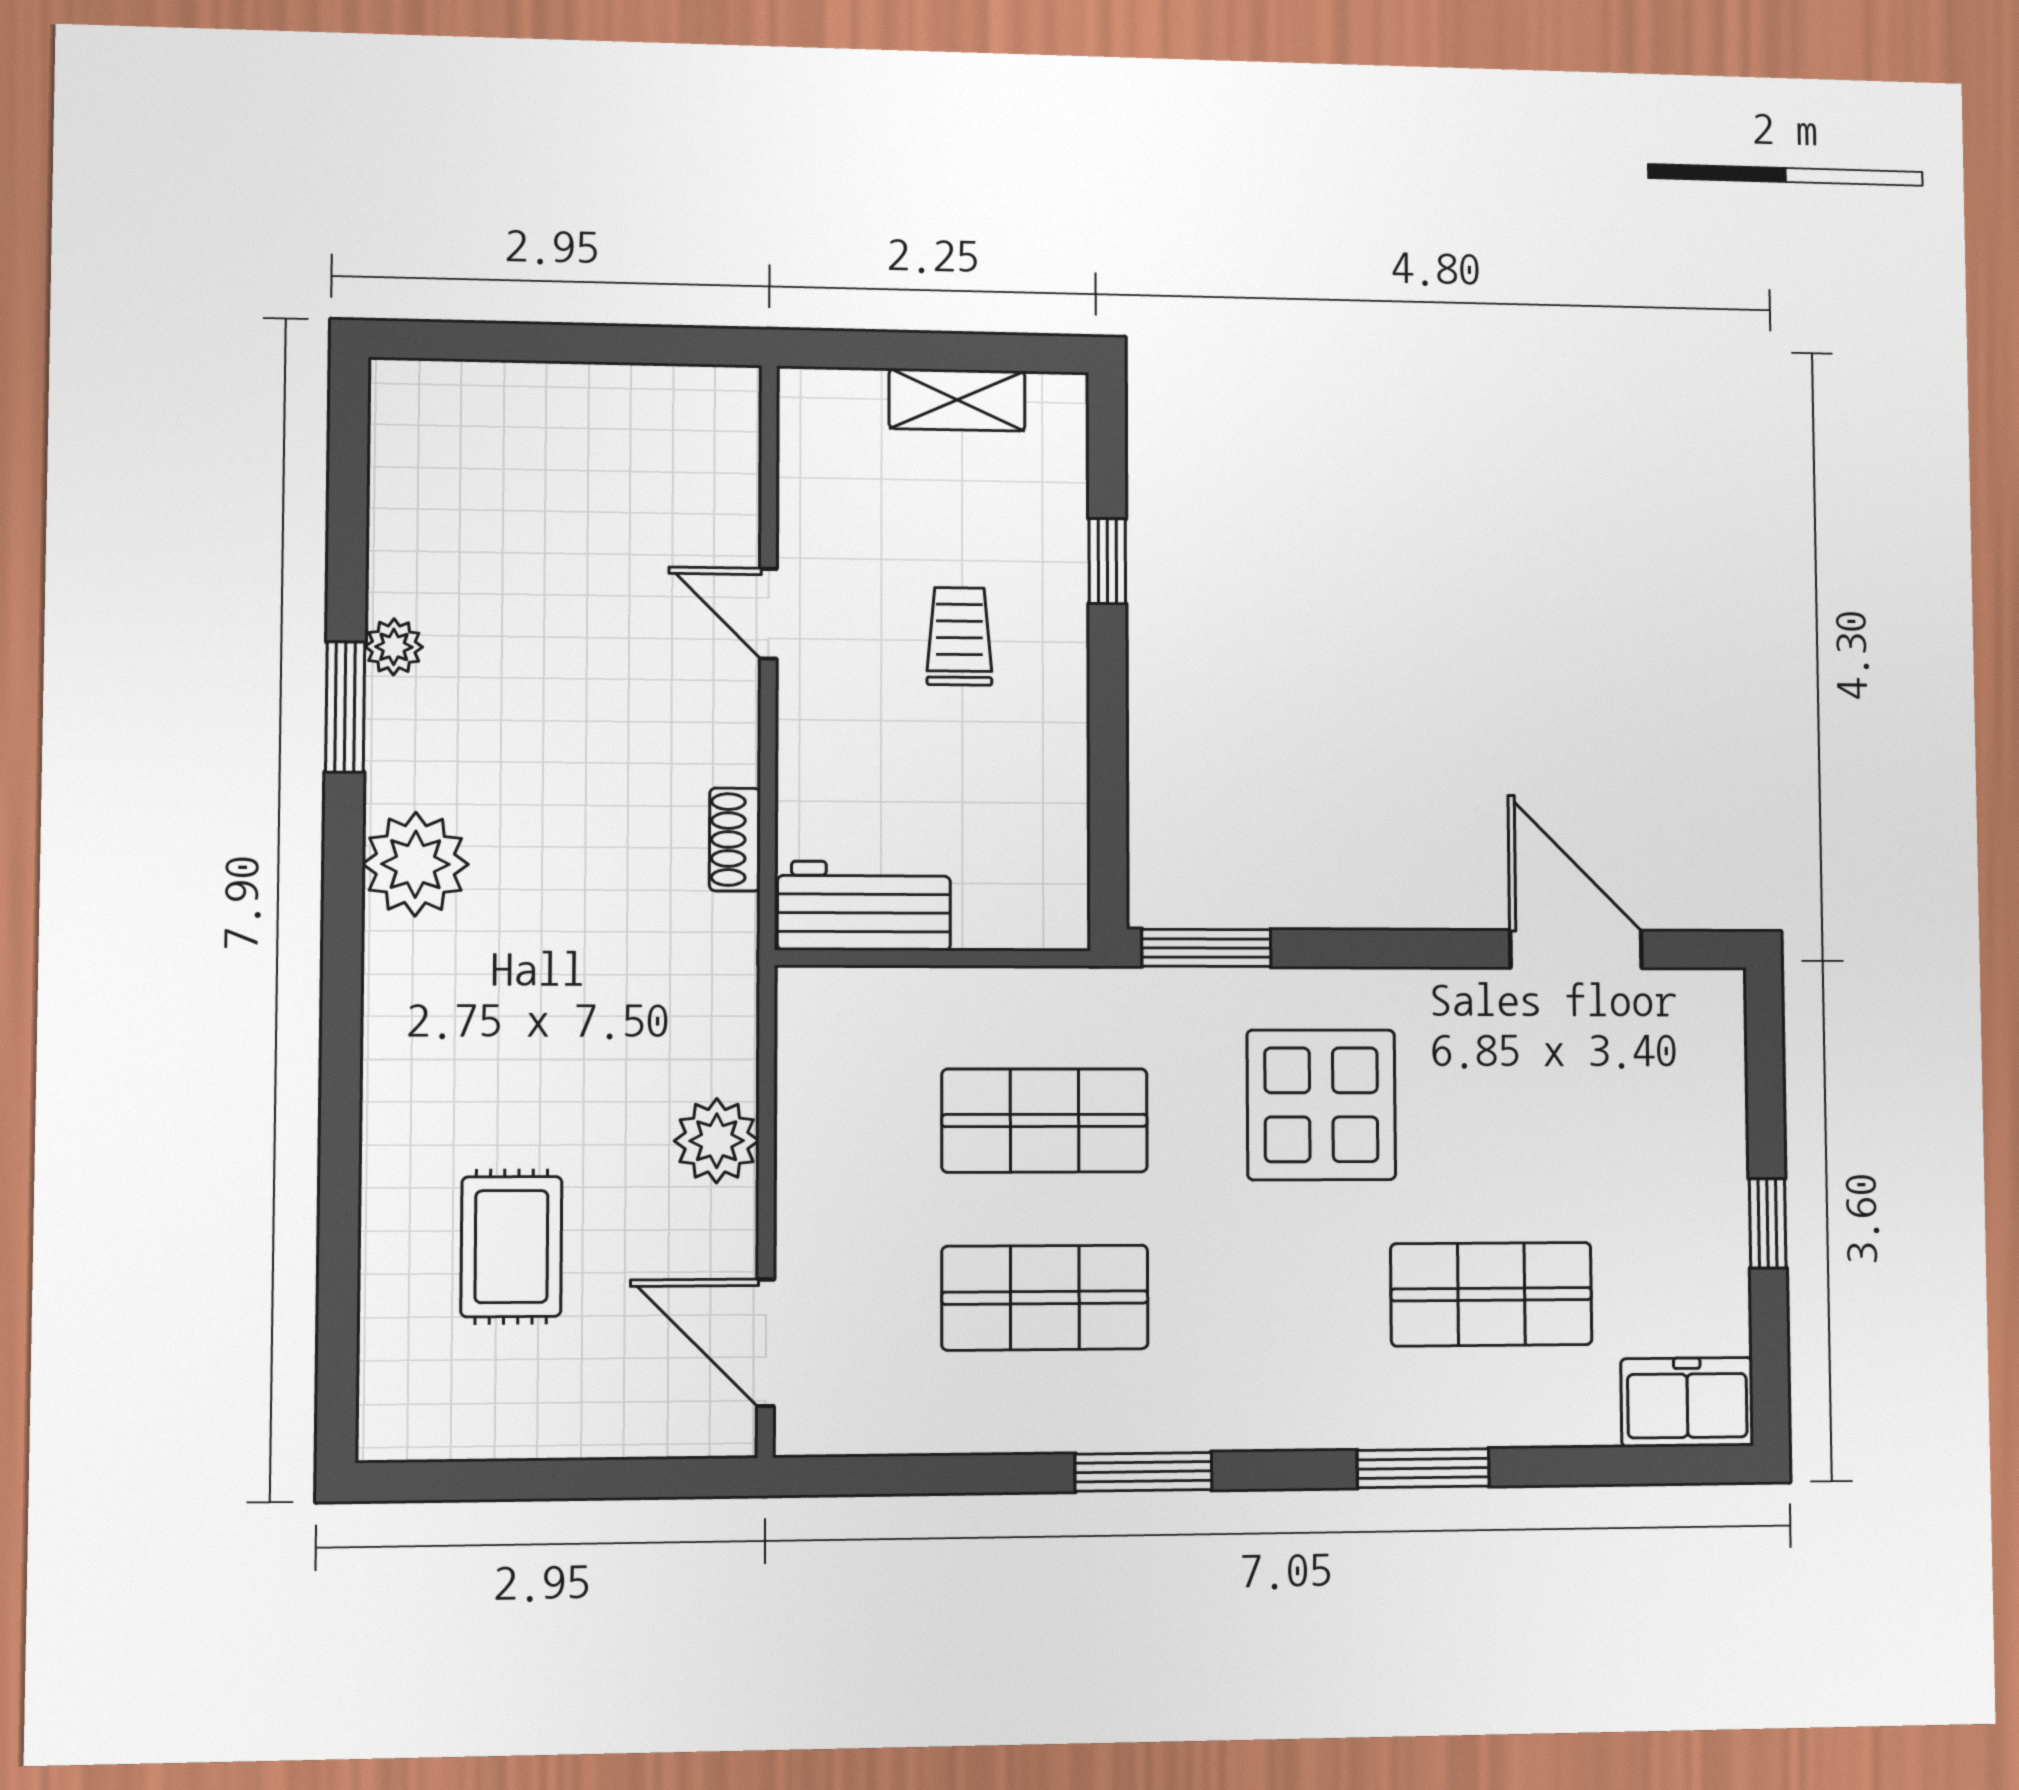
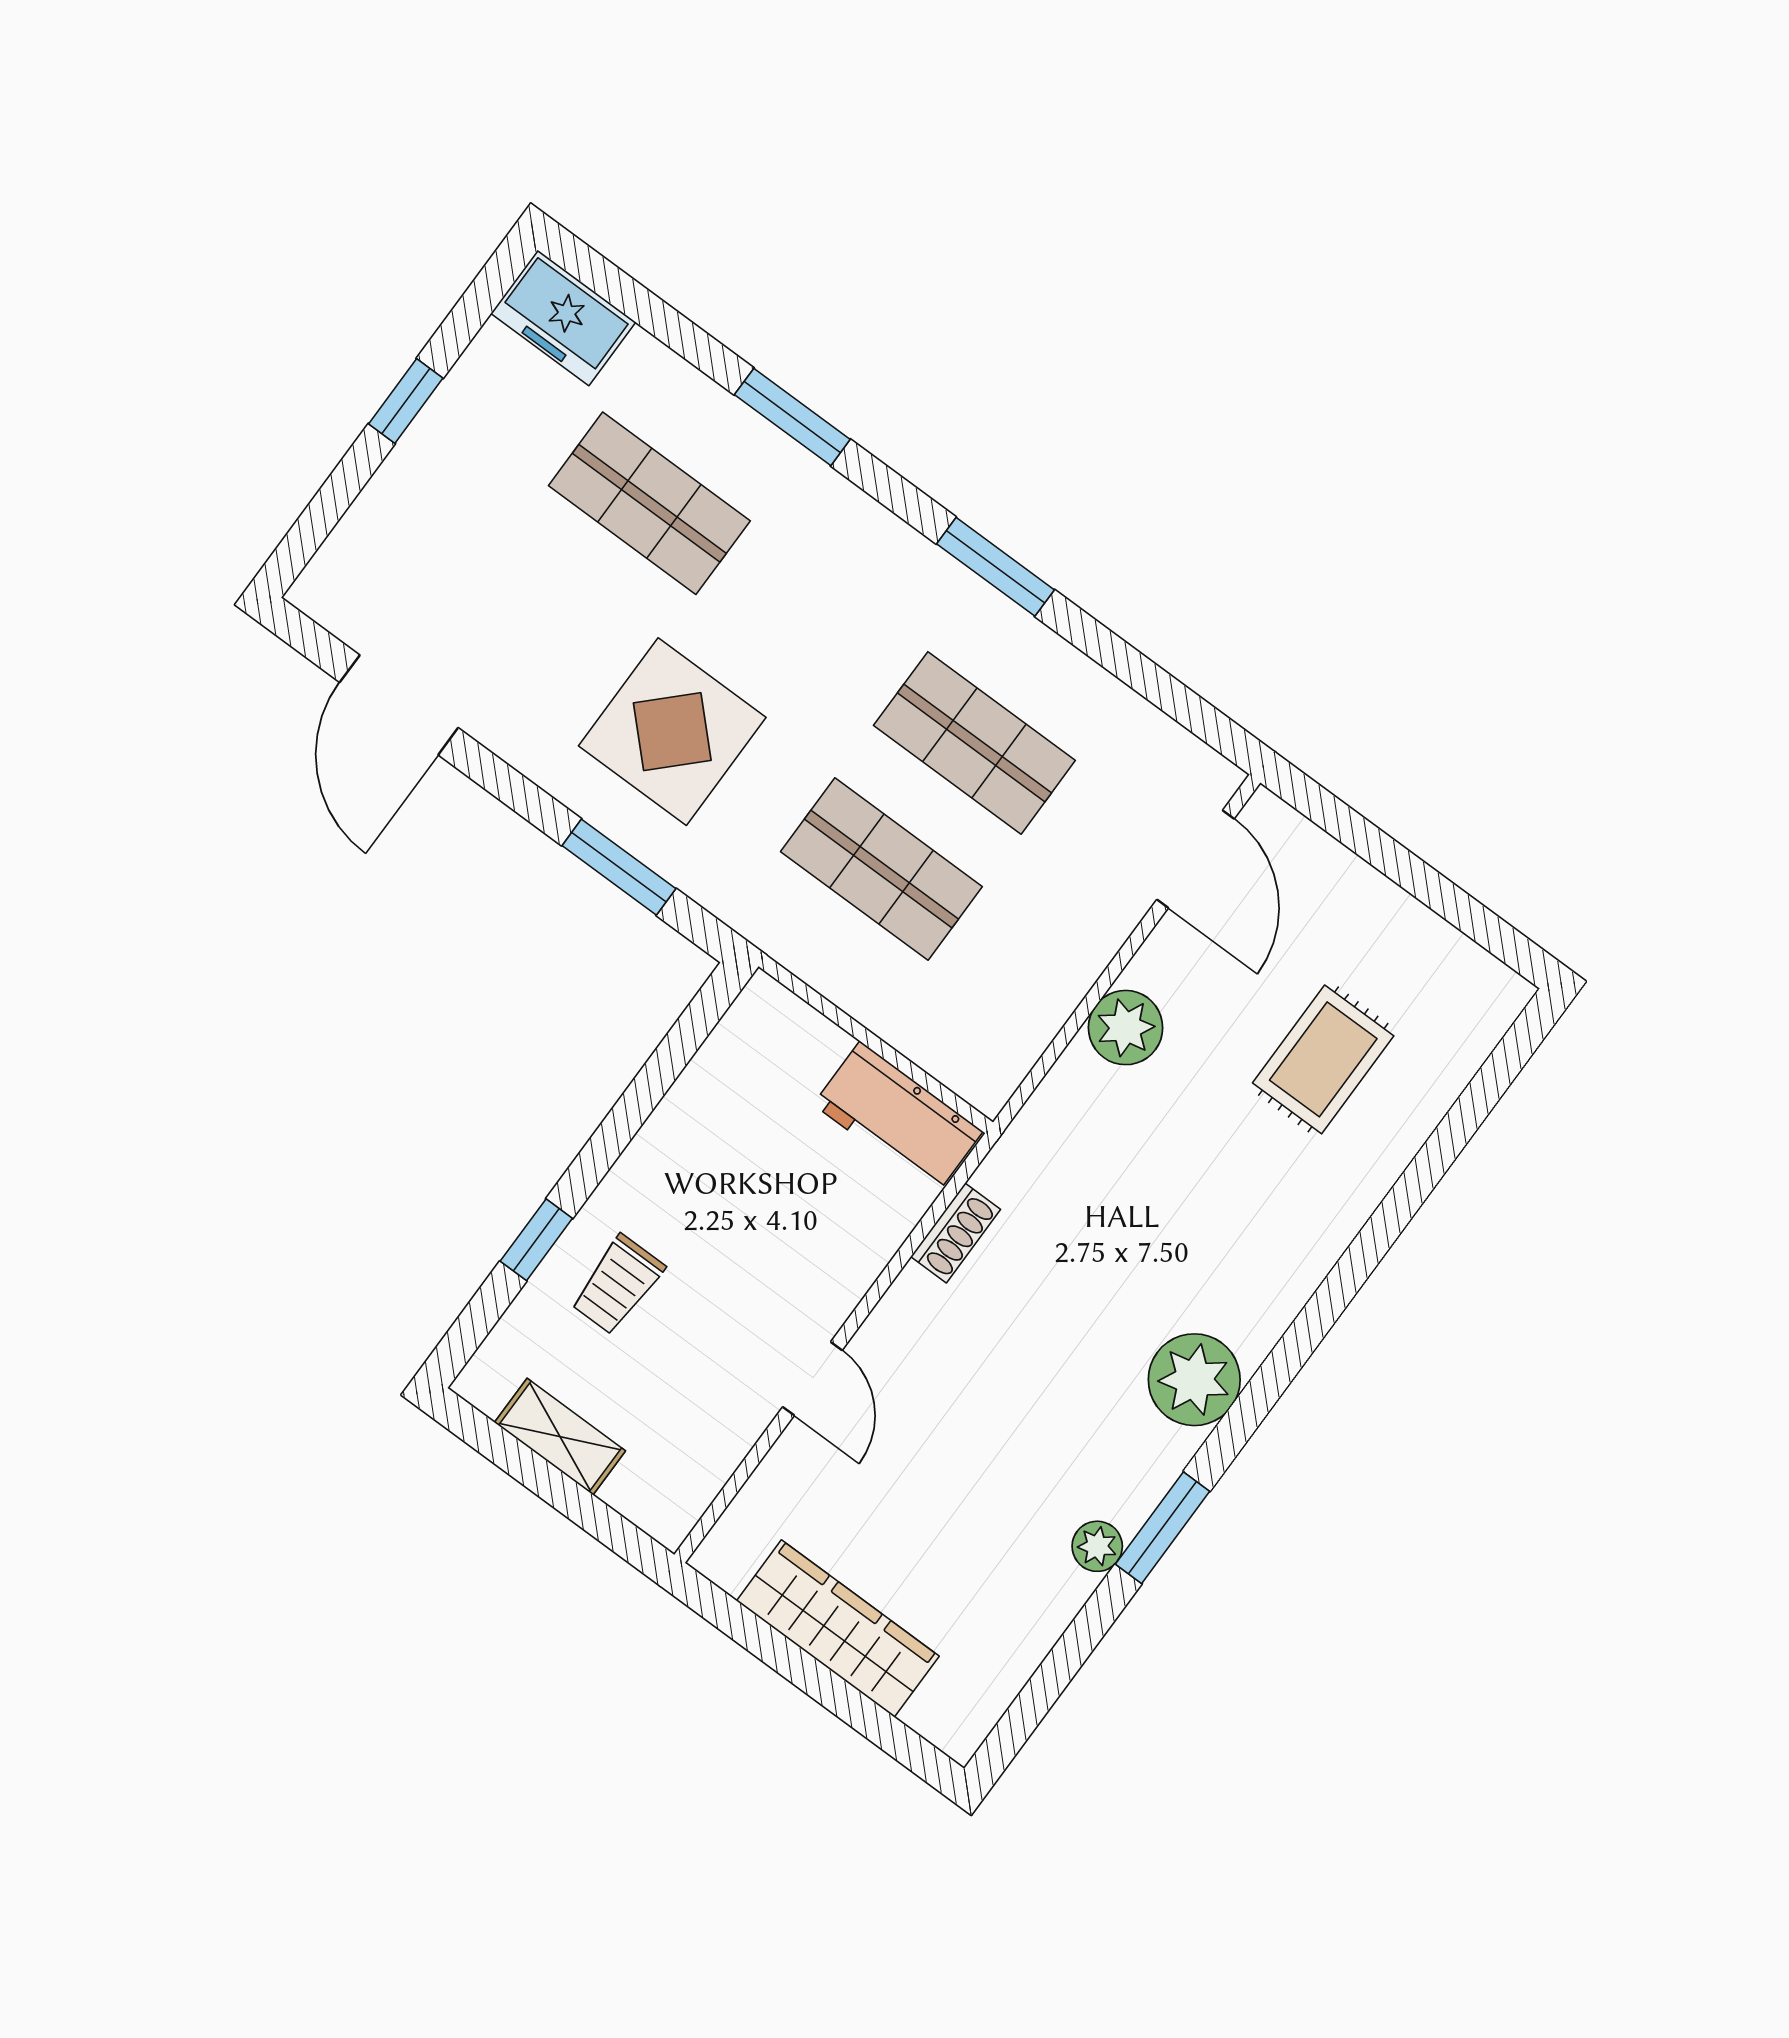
wardrobe: (579, 404) -> (838, 1629), added
trolley: (959, 636) -> (618, 1285), moved
window: (1206, 948) -> (619, 867), moved

